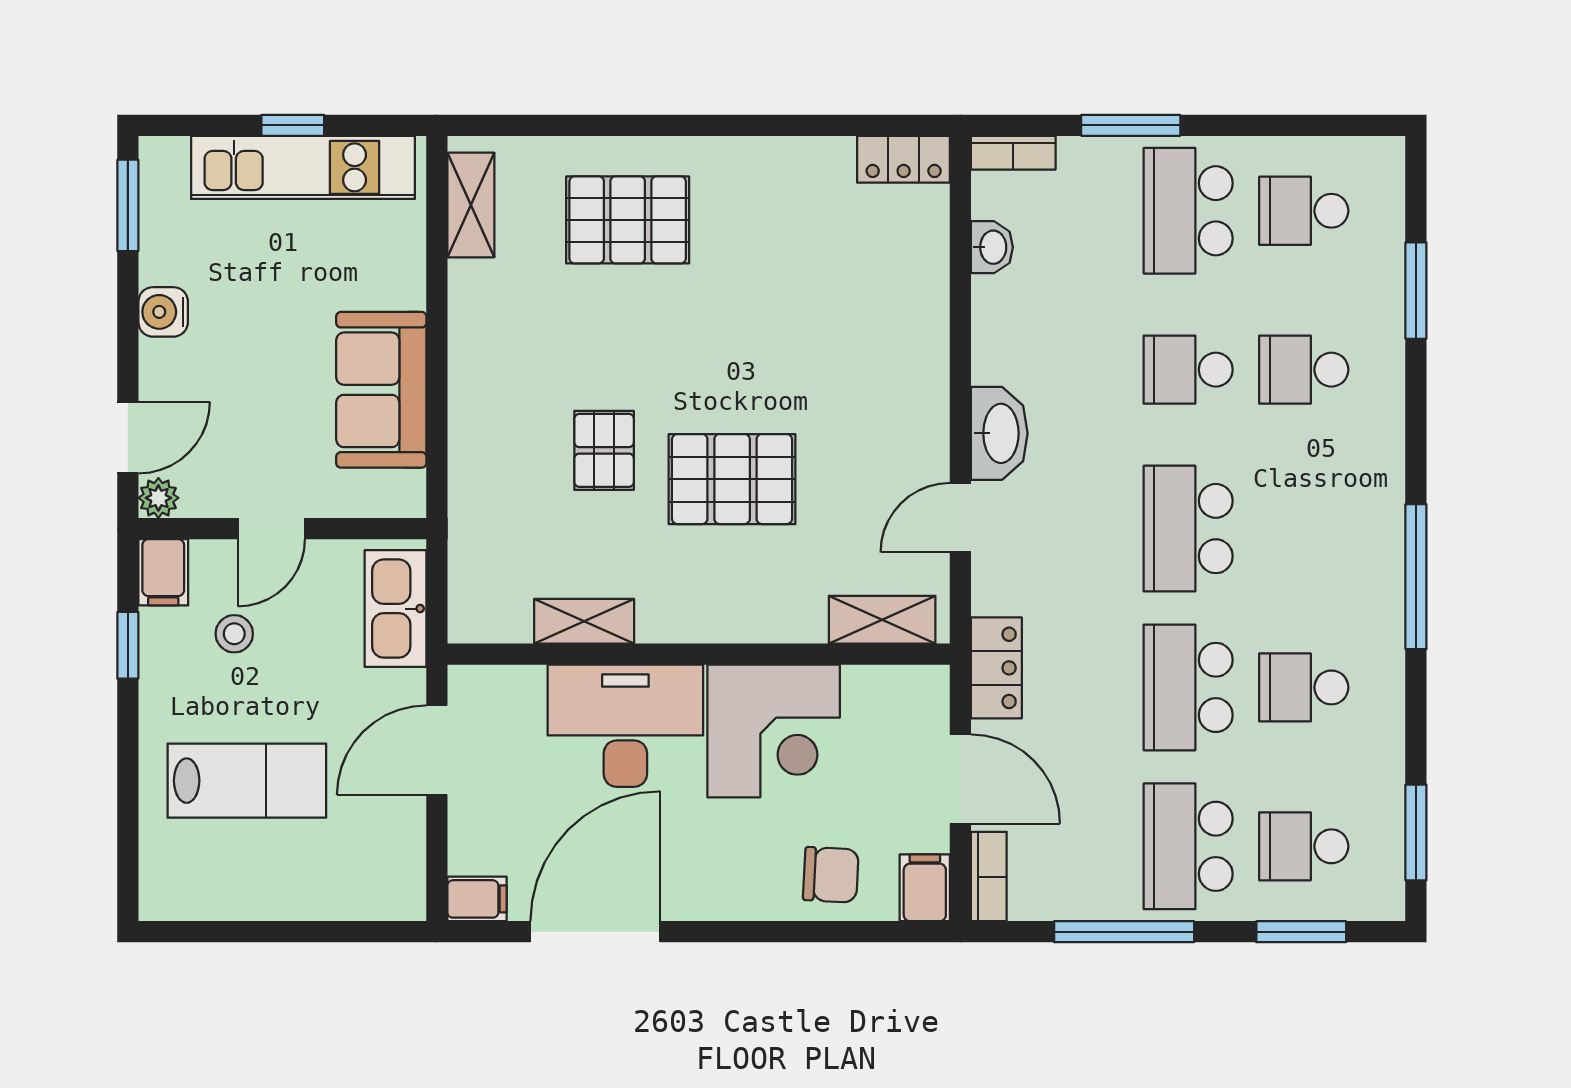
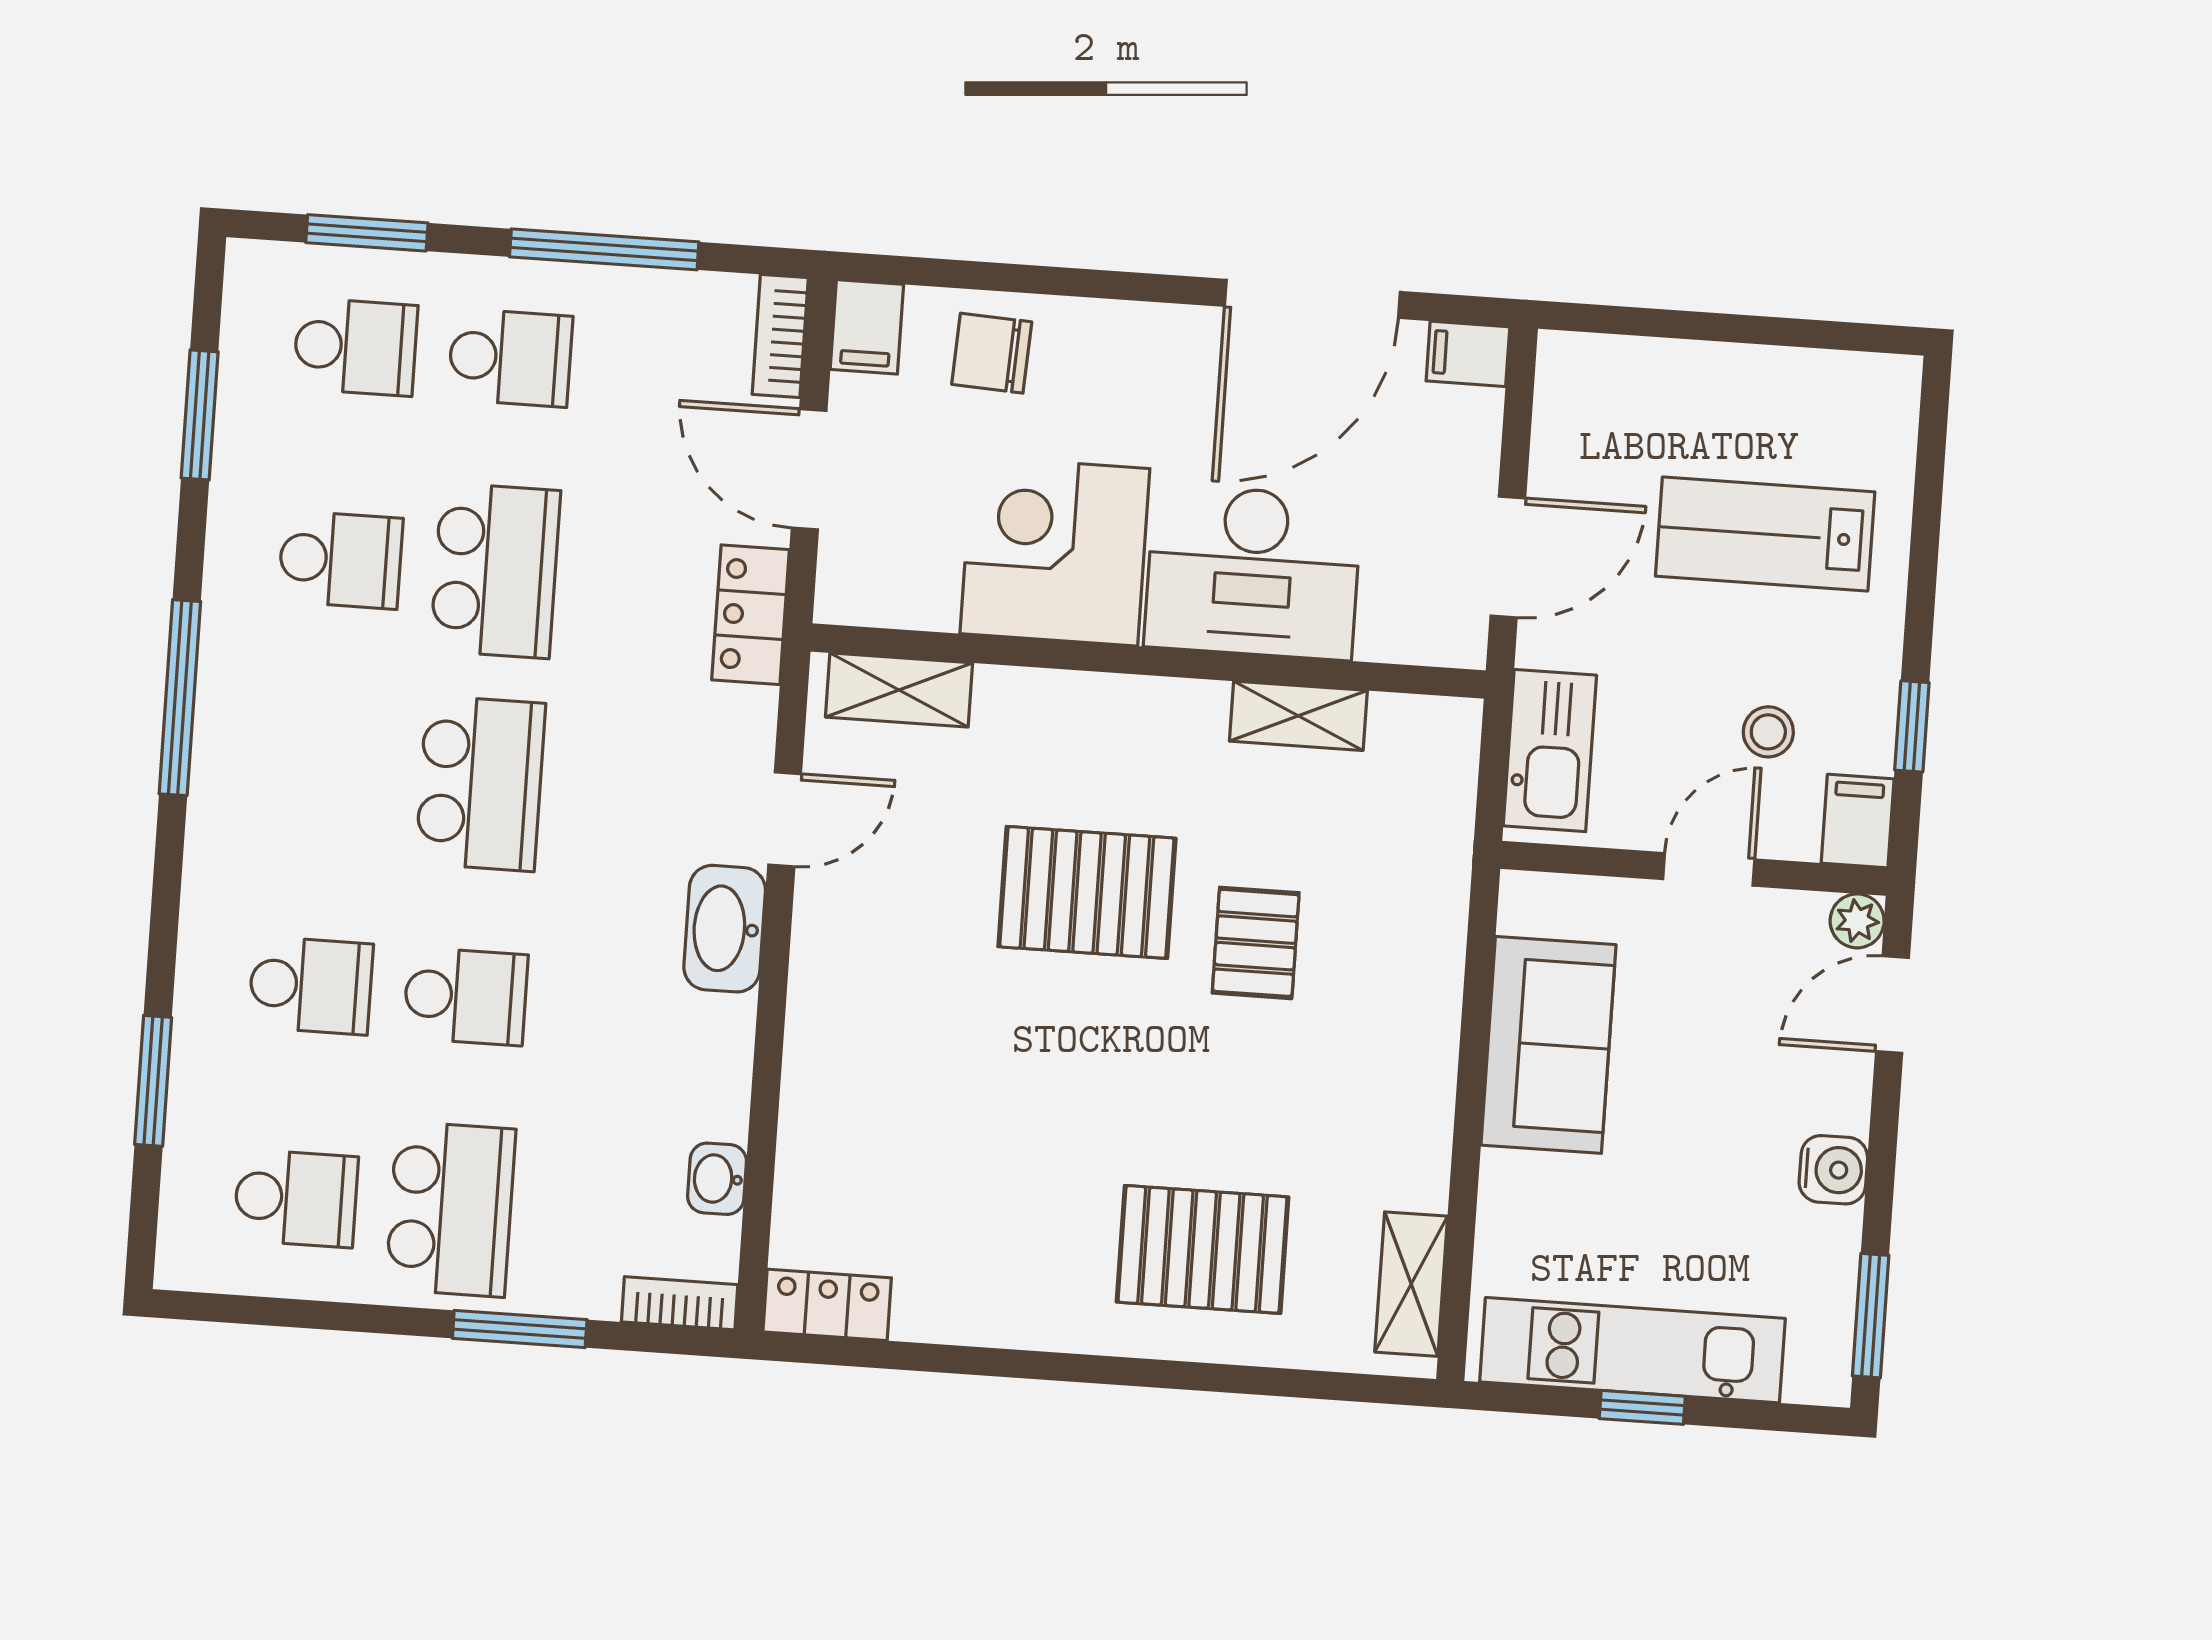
window: (1416, 832) -> (200, 415), moved
school desk: (1188, 846) -> (510, 358), width x0.54

